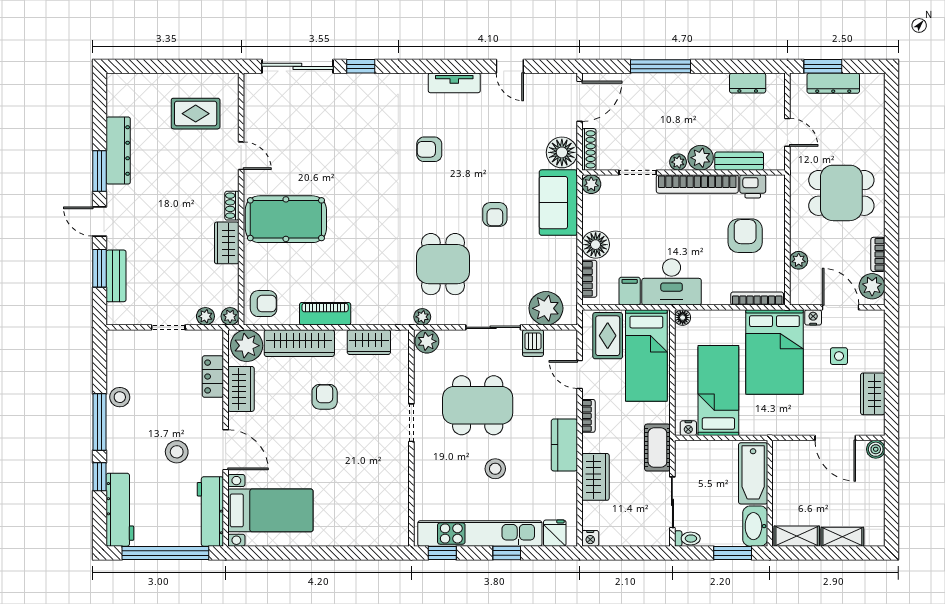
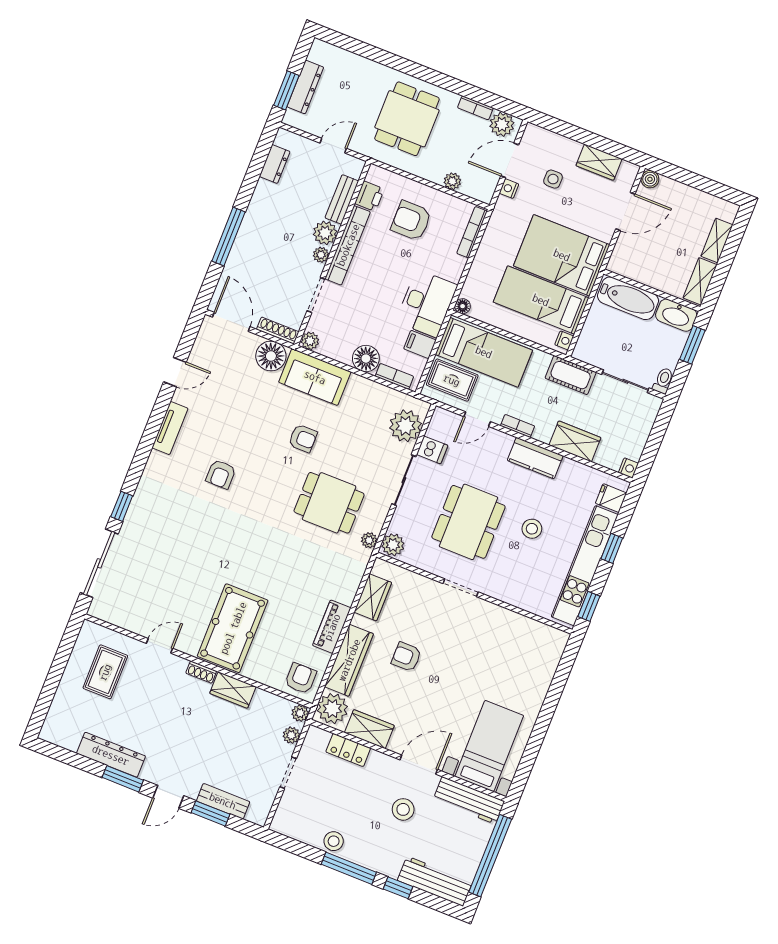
bed: (774, 352) -> (562, 255), moved, turned 180

